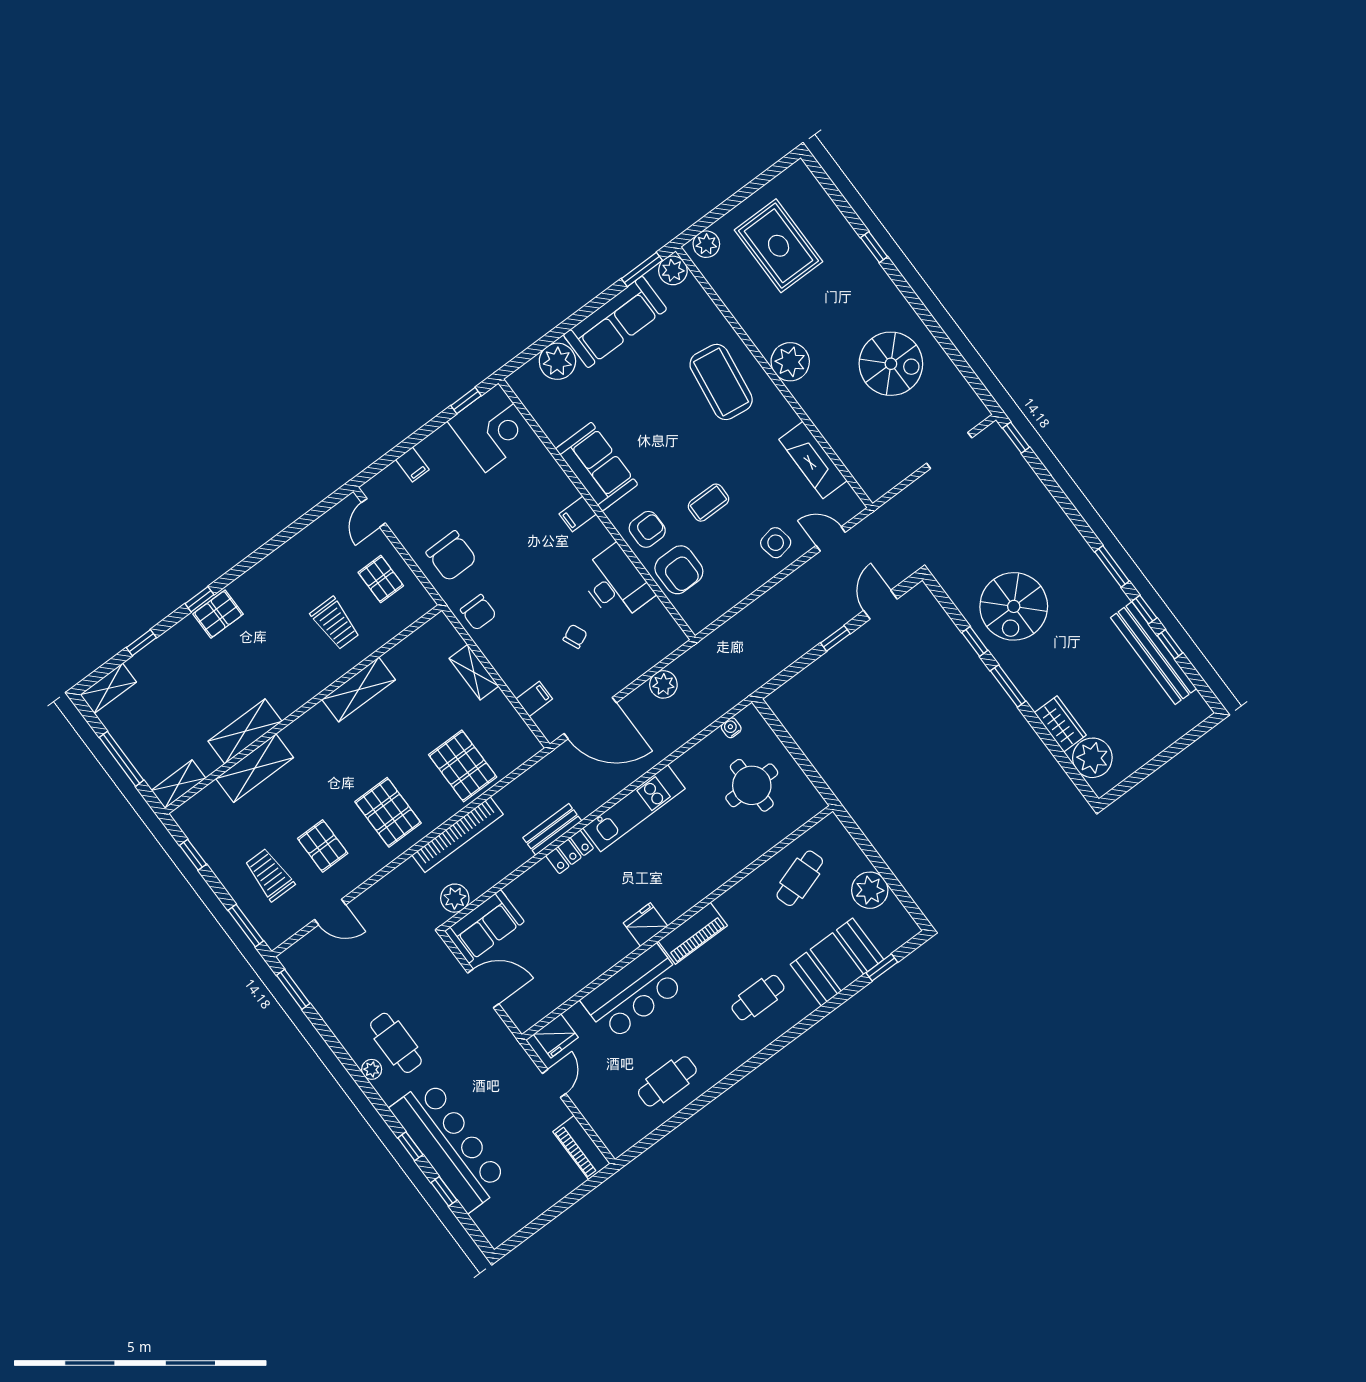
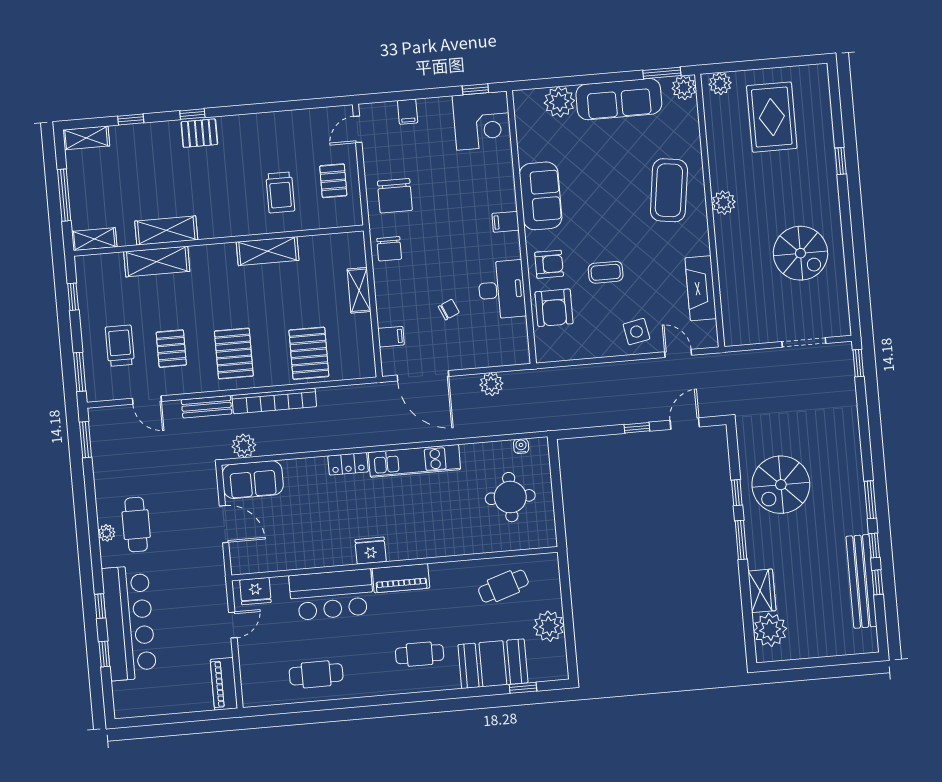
plant: (790, 362) -> (723, 203), width x0.73, depth x0.73
bench: (552, 829) -> (207, 407), moved

